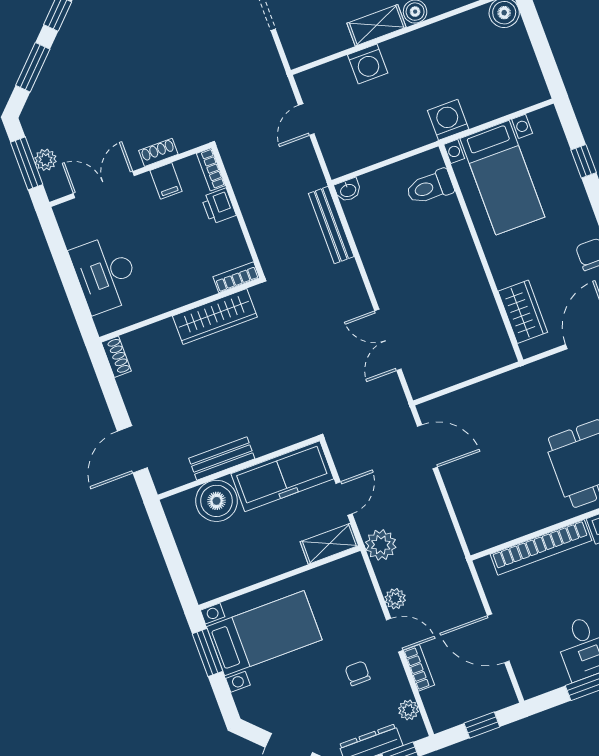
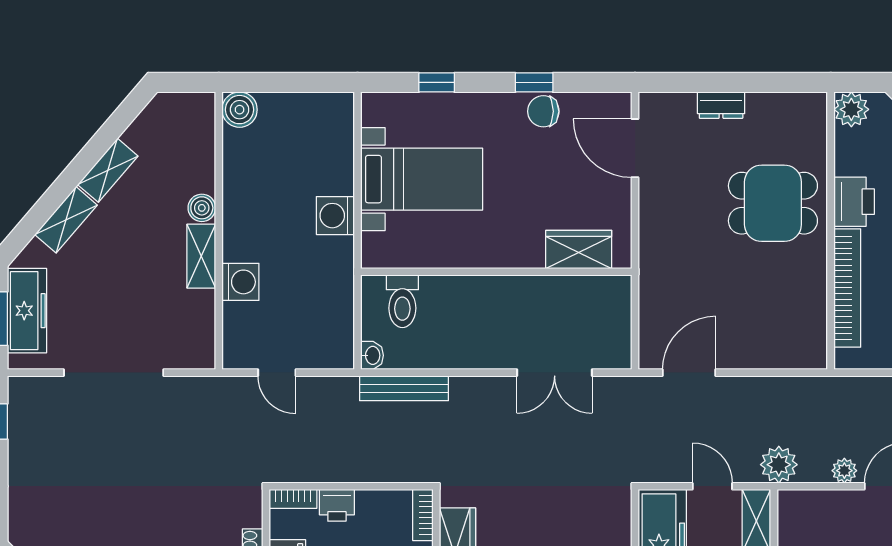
toilet: (430, 187) -> (402, 301), moved
wall: (481, 253) -> (496, 272), moved
wardrobe: (523, 312) -> (579, 249), moved

